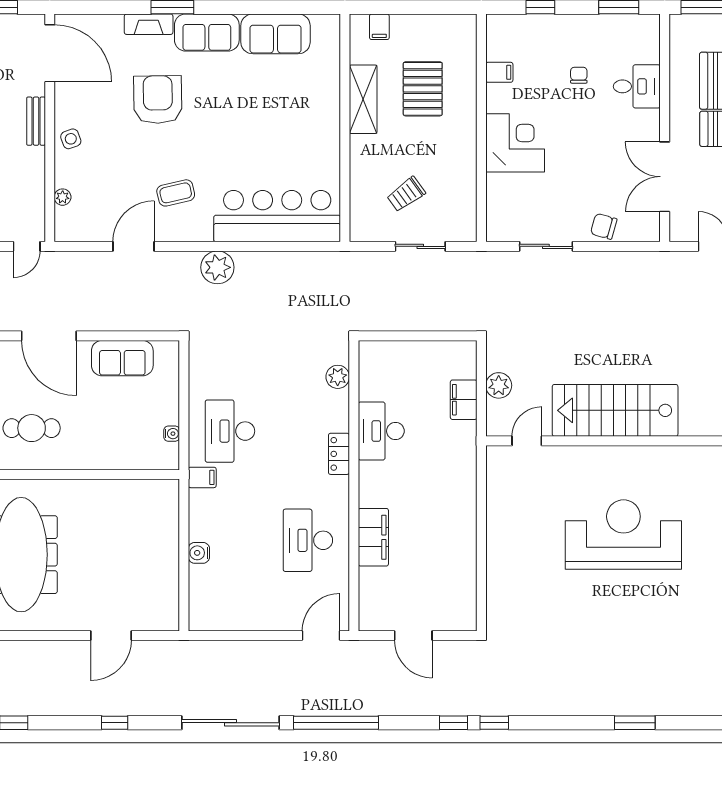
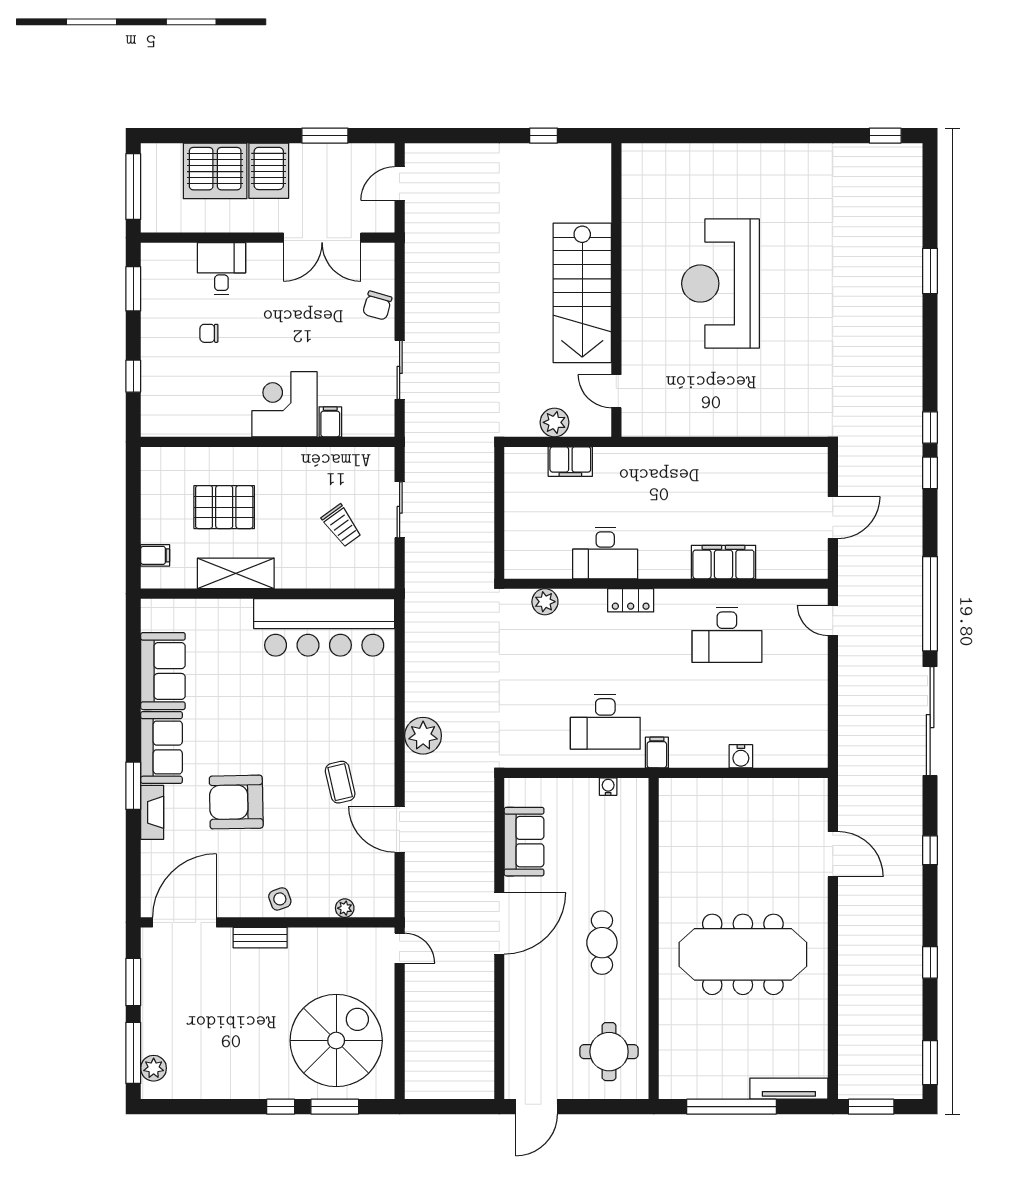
filing cabinet: (499, 72) -> (330, 422), moved
bar counter: (277, 216) -> (324, 627), moved, turned -90
door: (321, 636) -> (833, 620), width x0.73

